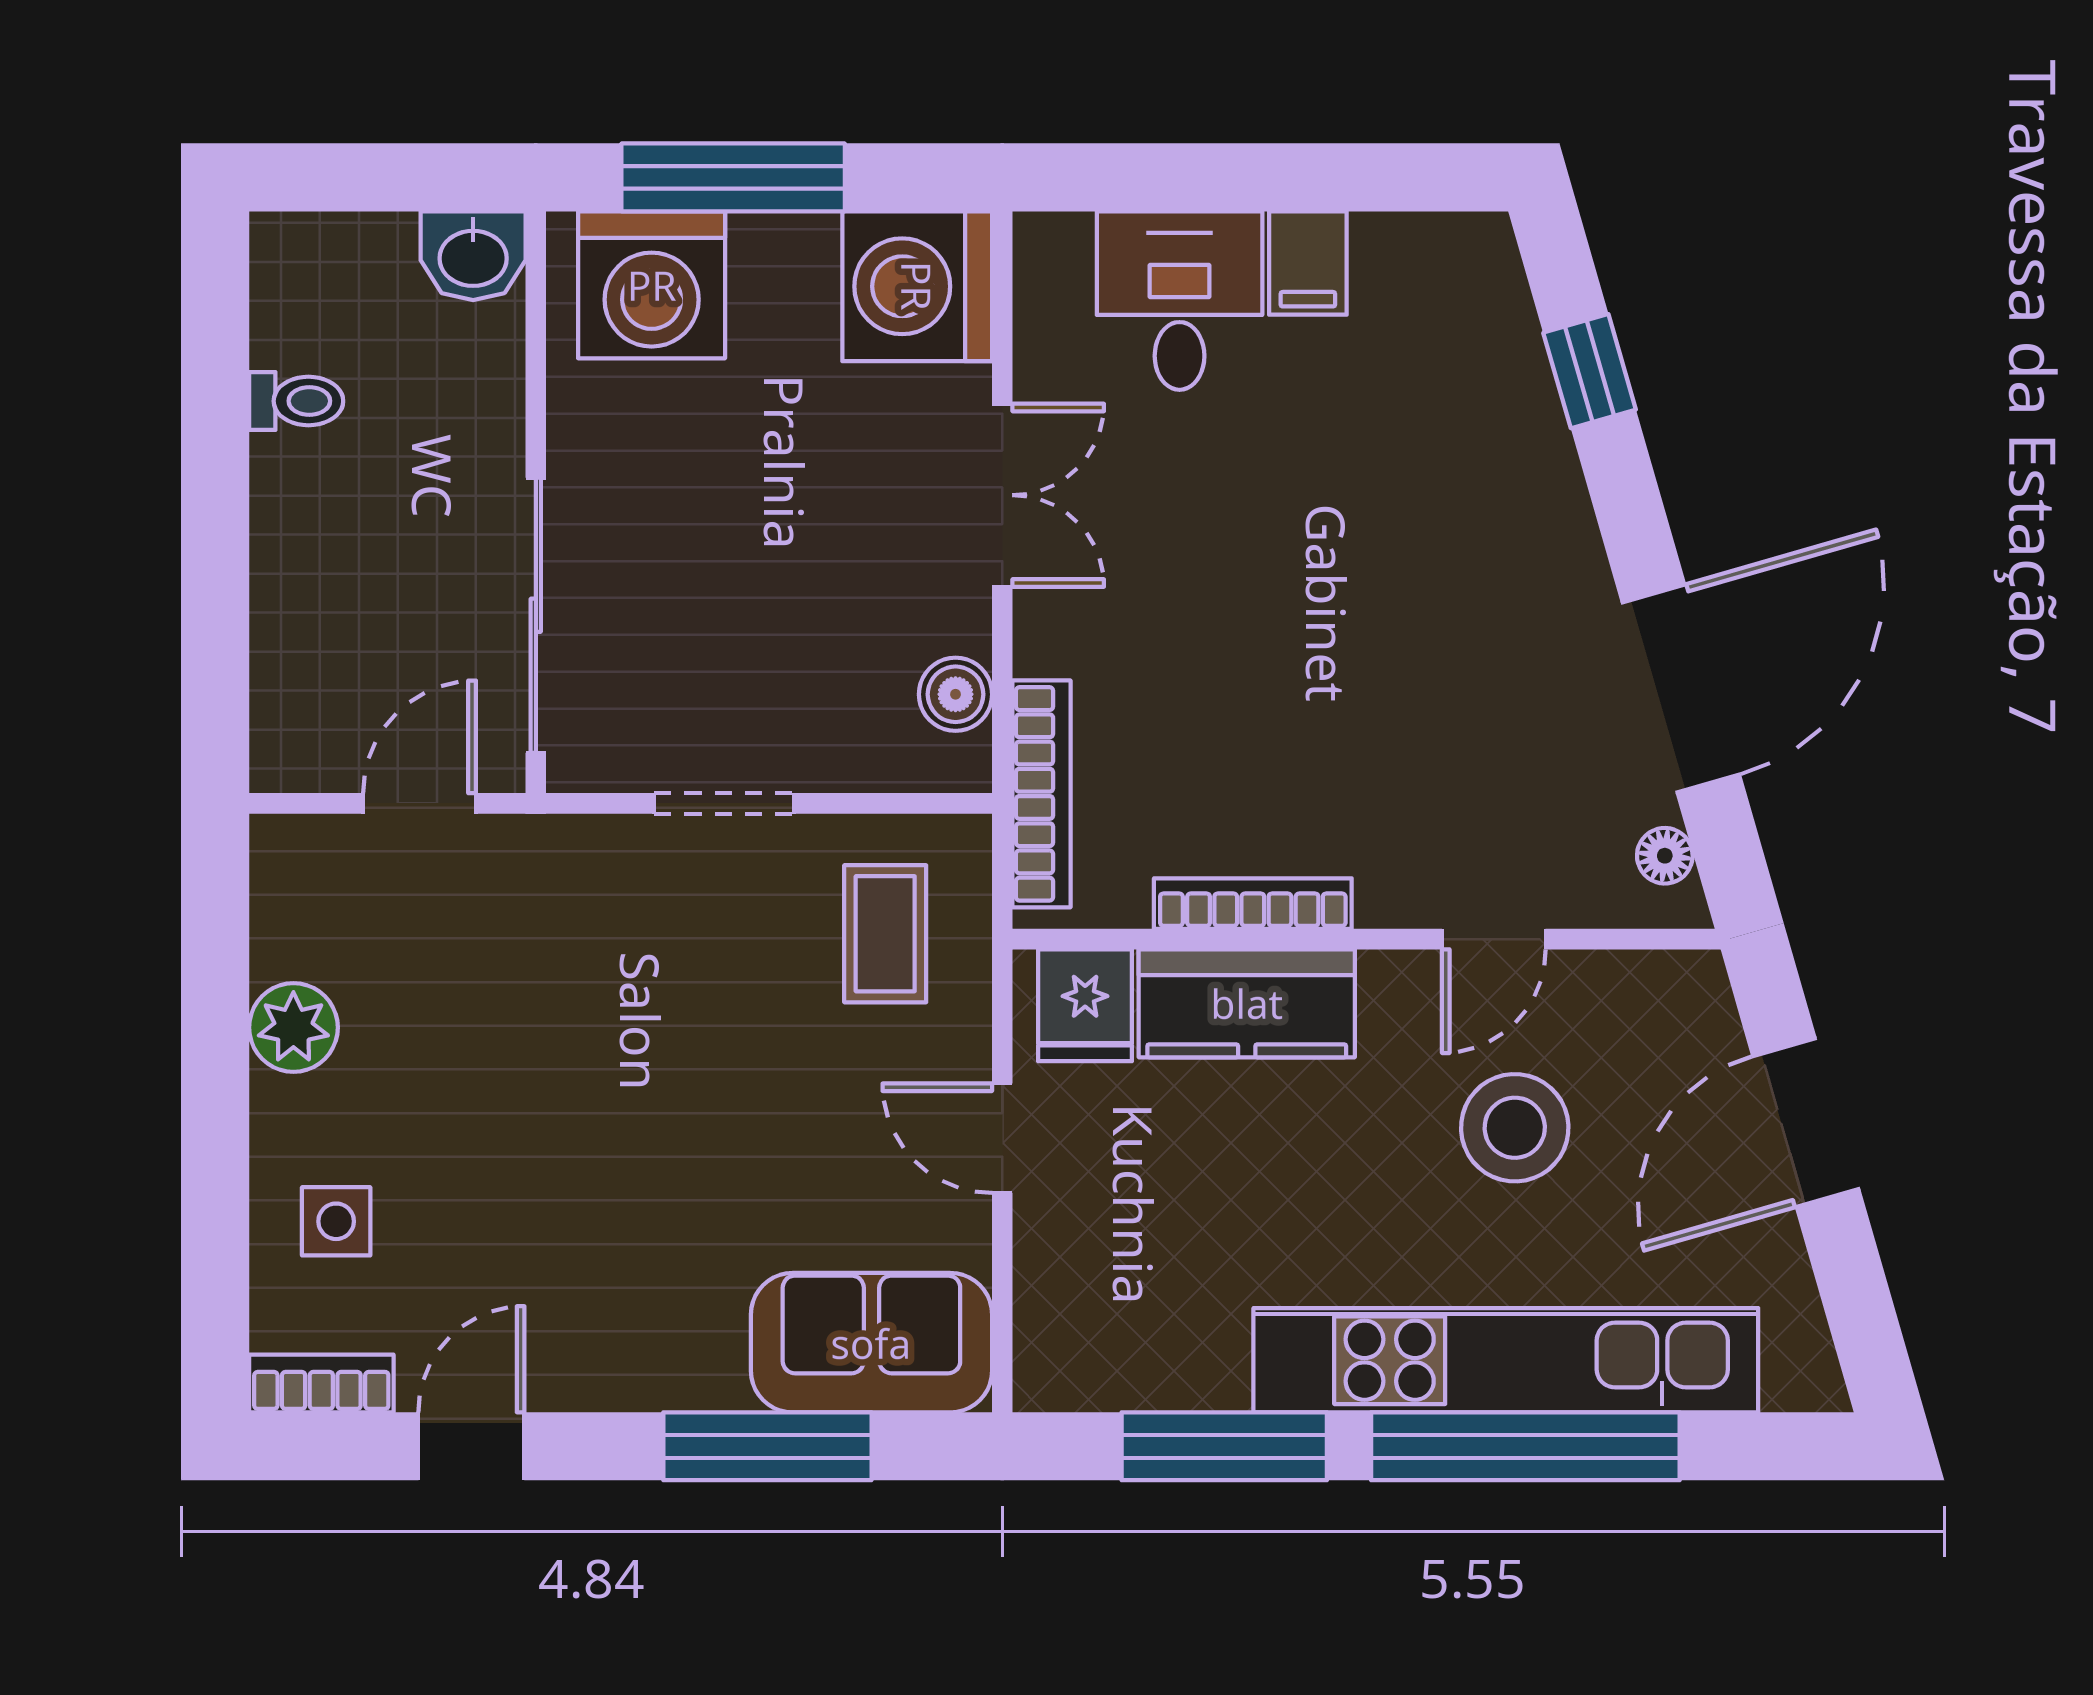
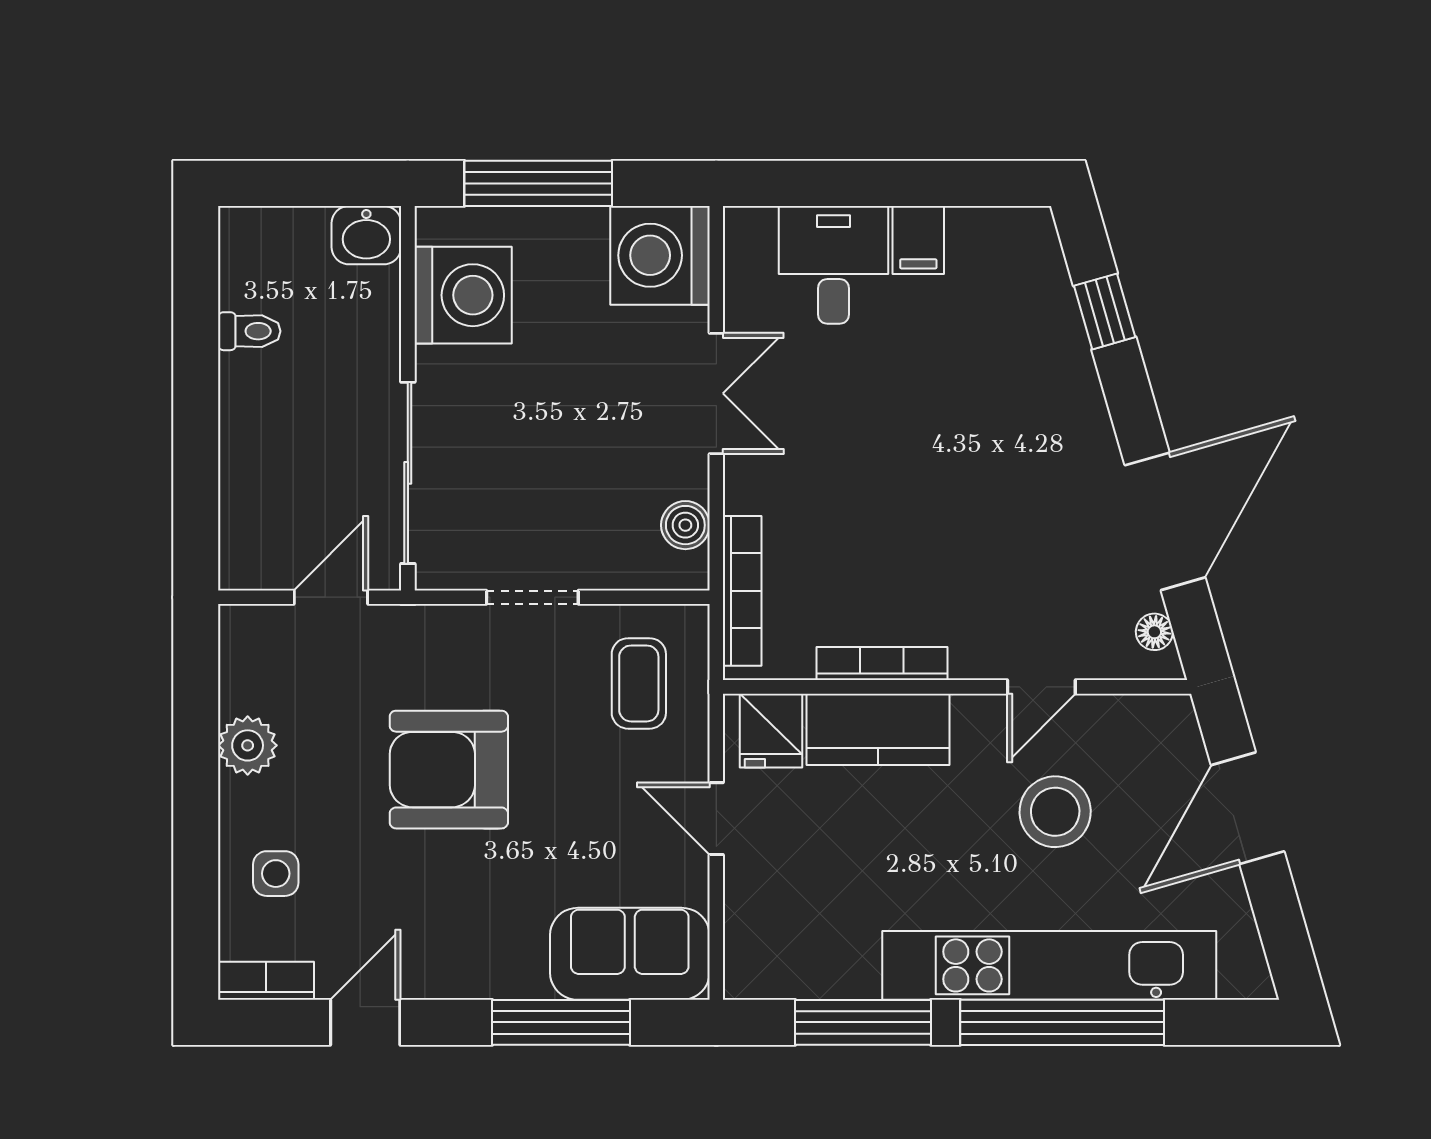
washing machine: (652, 285) -> (463, 295), moved, turned -90
armchair: (598, 1064) -> (449, 770), added

